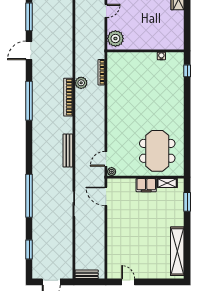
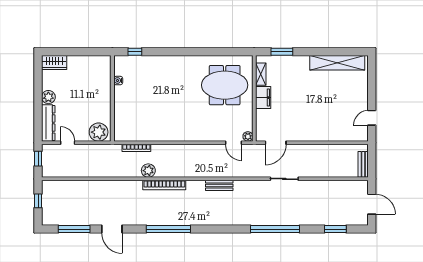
bench: (68, 150) -> (219, 185), width x0.73

